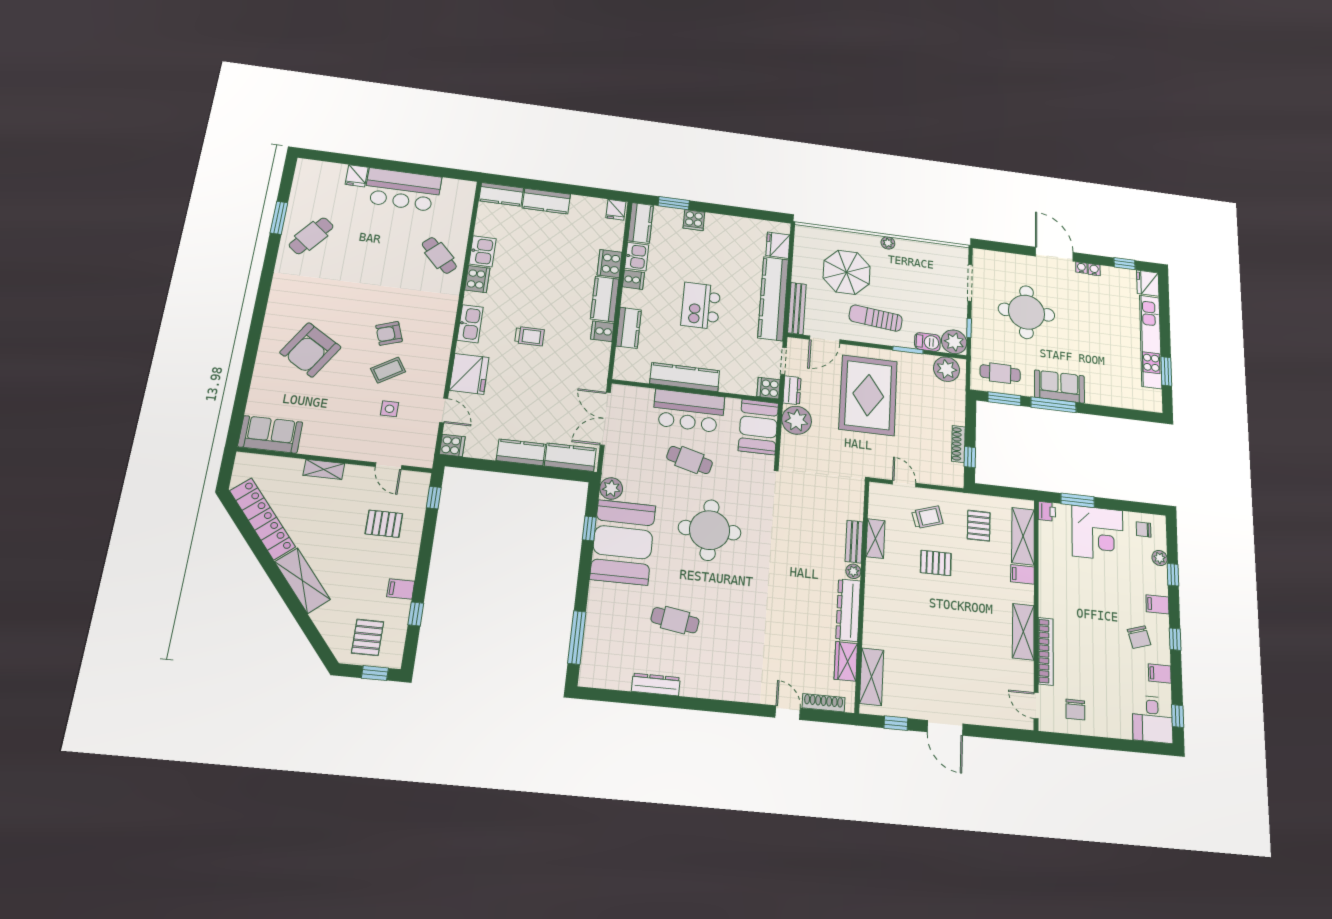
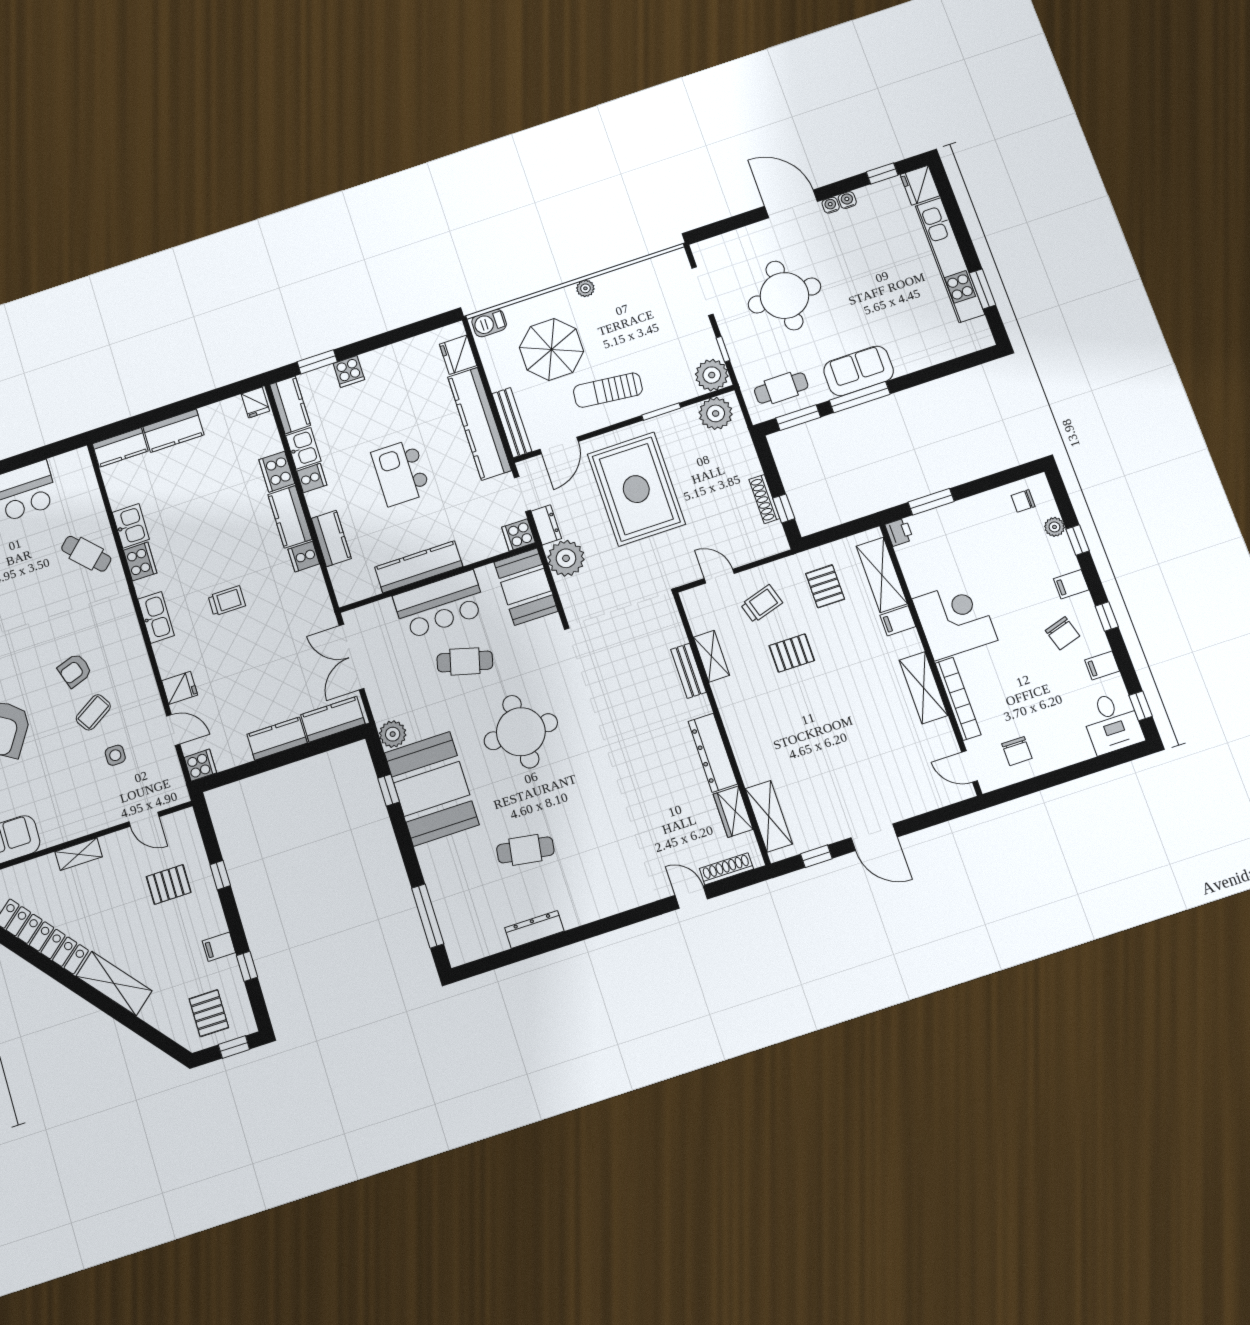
barbecue: (927, 342) -> (489, 323), moved, turned 180
fridge: (469, 374) -> (180, 688), width x0.53, depth x0.75
window: (434, 498) -> (220, 875), moved
corner desk: (1098, 533) -> (955, 620), moved, turned -90
plant: (853, 571) -> (701, 706), removed

